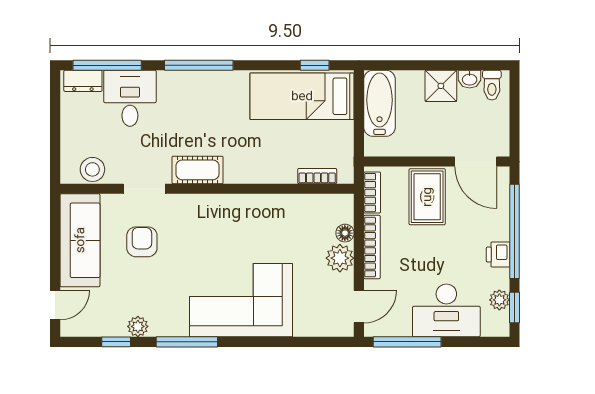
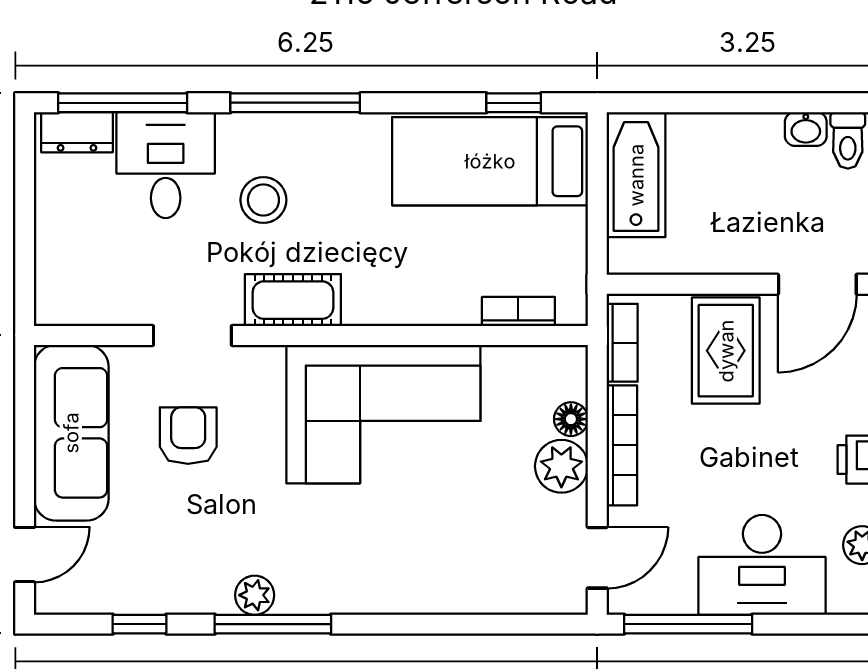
shower: (441, 86) -> (752, 142), removed
door: (476, 162) -> (817, 284), hinge flipped
stool: (92, 169) -> (263, 200), moved
corner sofa: (241, 300) -> (383, 414), moved, turned 180
plant: (138, 326) -> (255, 595), moved

